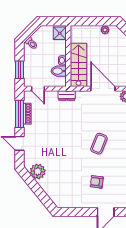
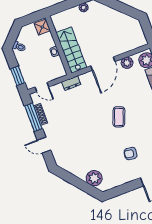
bidet: (59, 71) -> (55, 63), removed
door: (103, 89) -> (103, 64), swing flipped
plant: (38, 171) -> (94, 178), moved

